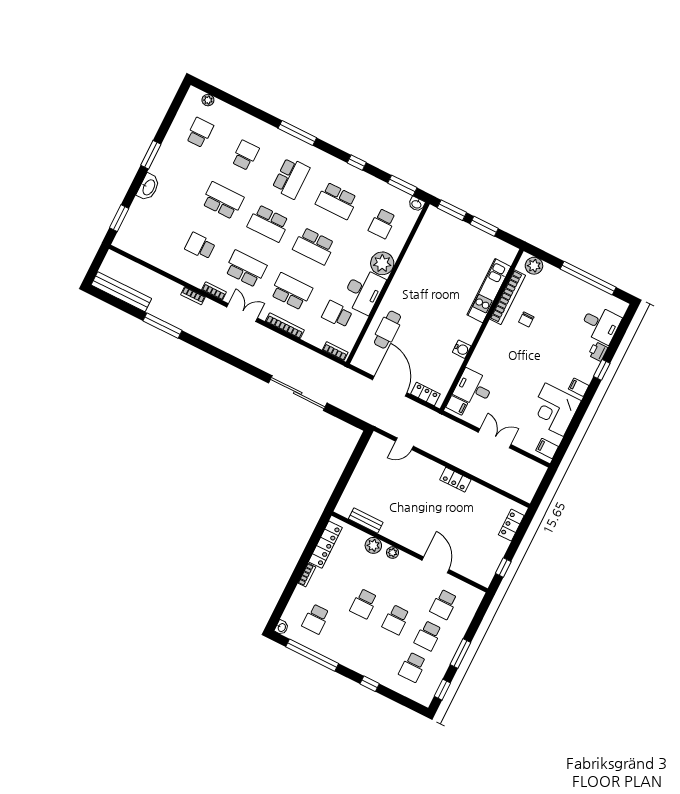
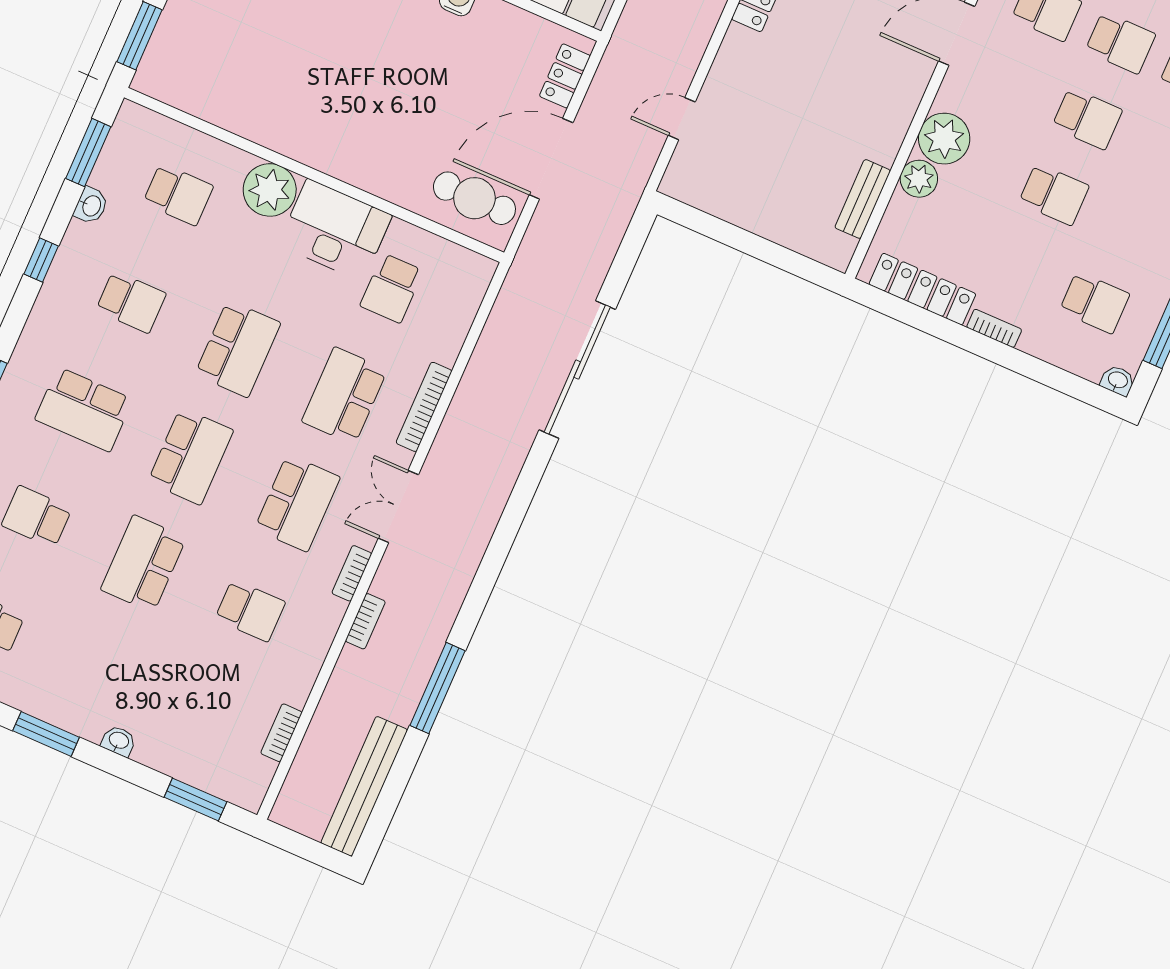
school desk: (291, 178) -> (84, 409), turned 180
washbasin: (148, 187) -> (119, 741), width x0.52, depth x0.69
school desk: (337, 201) -> (131, 302), width x0.54
washbasin: (417, 204) -> (91, 206), moved
school desk: (200, 246) -> (250, 611), turned -90
school desk: (246, 269) -> (297, 503), turned 180
cafe table: (387, 330) -> (474, 198), moved
bookcase: (335, 351) -> (281, 733), moved
door: (404, 444) -> (682, 119), swing flipped
plant: (393, 553) -> (944, 139), width x1.88, depth x1.88

